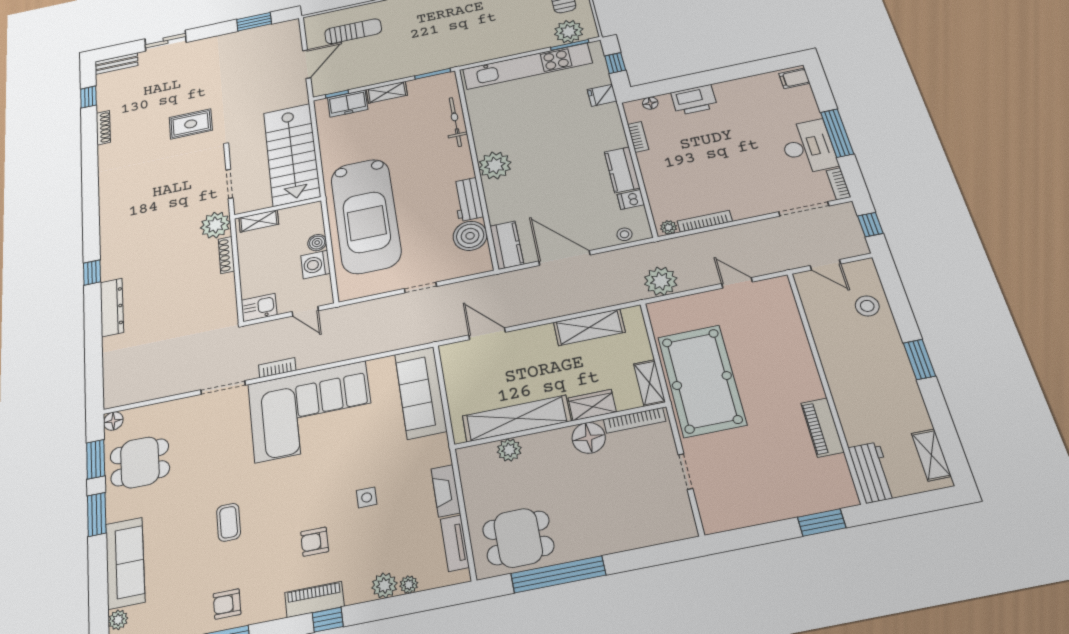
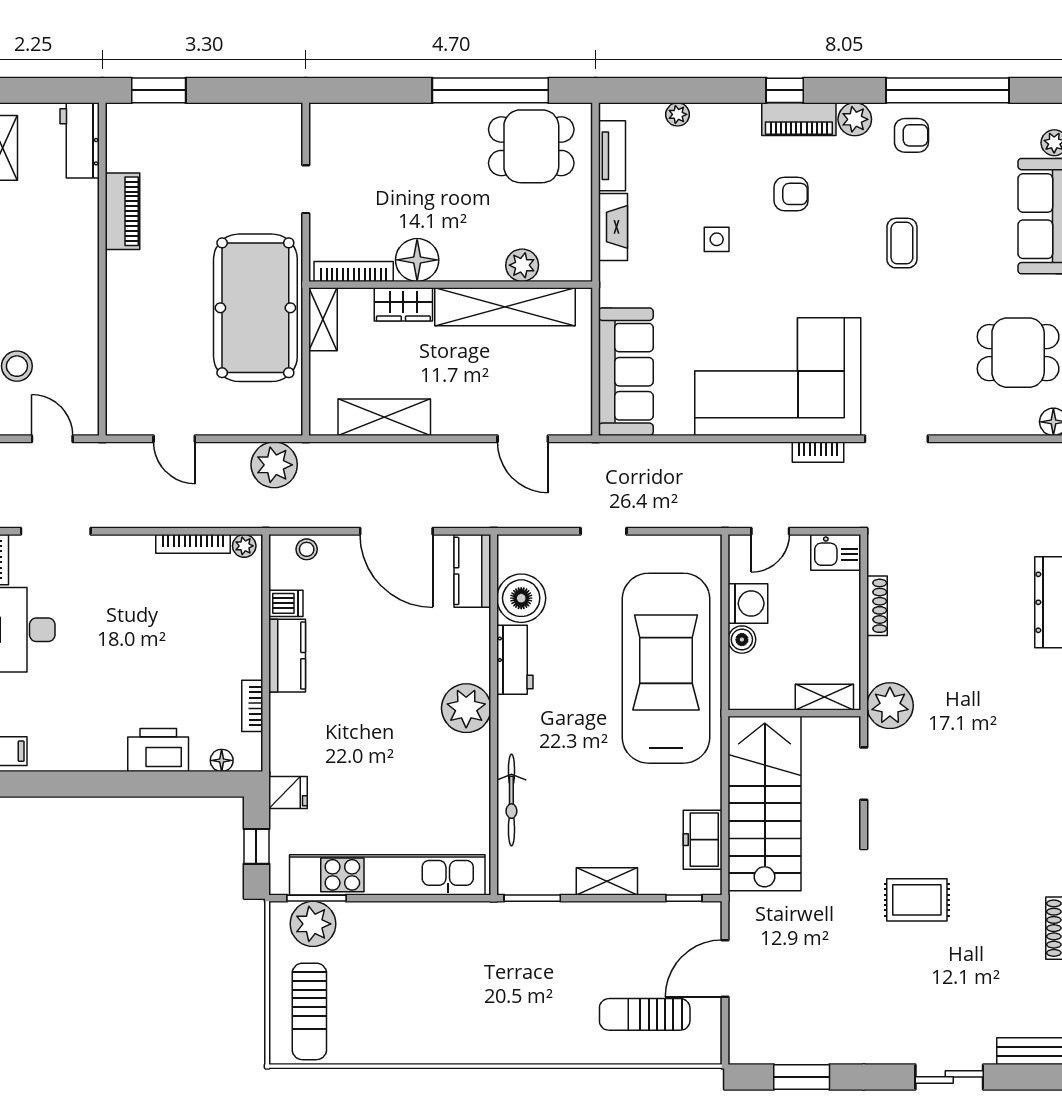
freezer: (348, 104) -> (703, 840), moved, turned -90
shoe rack: (226, 255) -> (877, 606), moved
door: (305, 311) -> (770, 531), swing flipped
plant: (384, 585) -> (855, 119), moved

